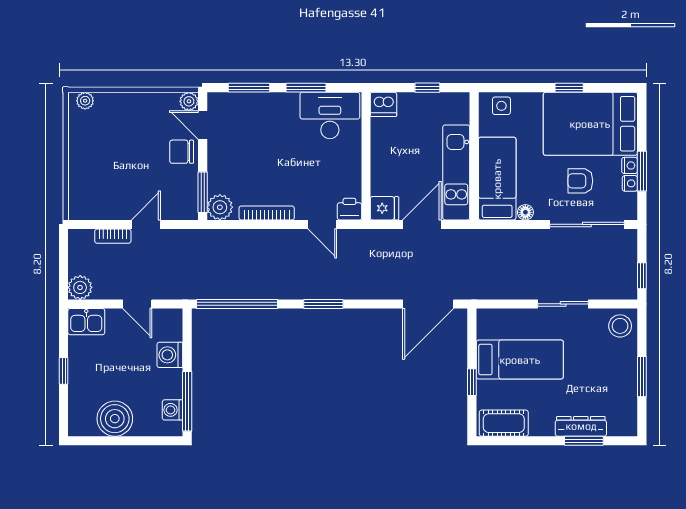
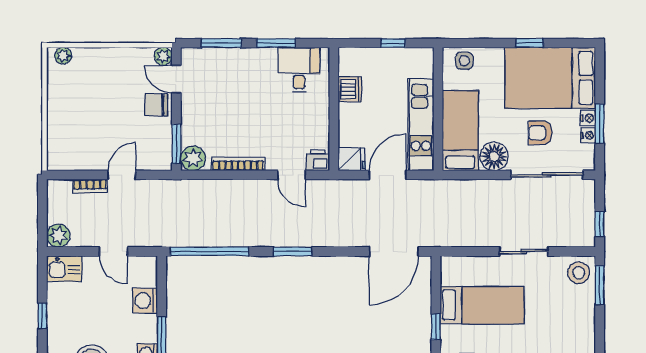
dishwasher: (383, 104) -> (350, 89), moved, turned -90
desk: (330, 115) -> (299, 70), width x0.73
floor lamp: (525, 212) -> (494, 156), width x1.89, depth x1.89
window: (642, 377) -> (600, 285), moved

